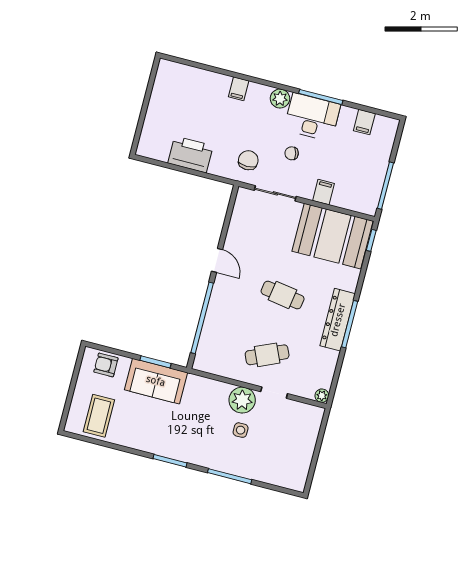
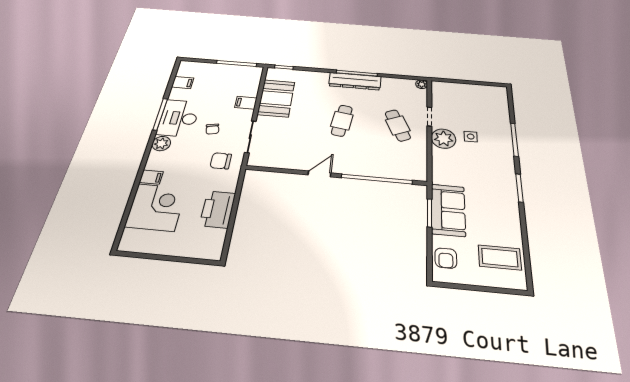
corner desk: (202, 94) -> (156, 207), added
booth: (332, 236) -> (276, 98), width x0.73, depth x0.70

